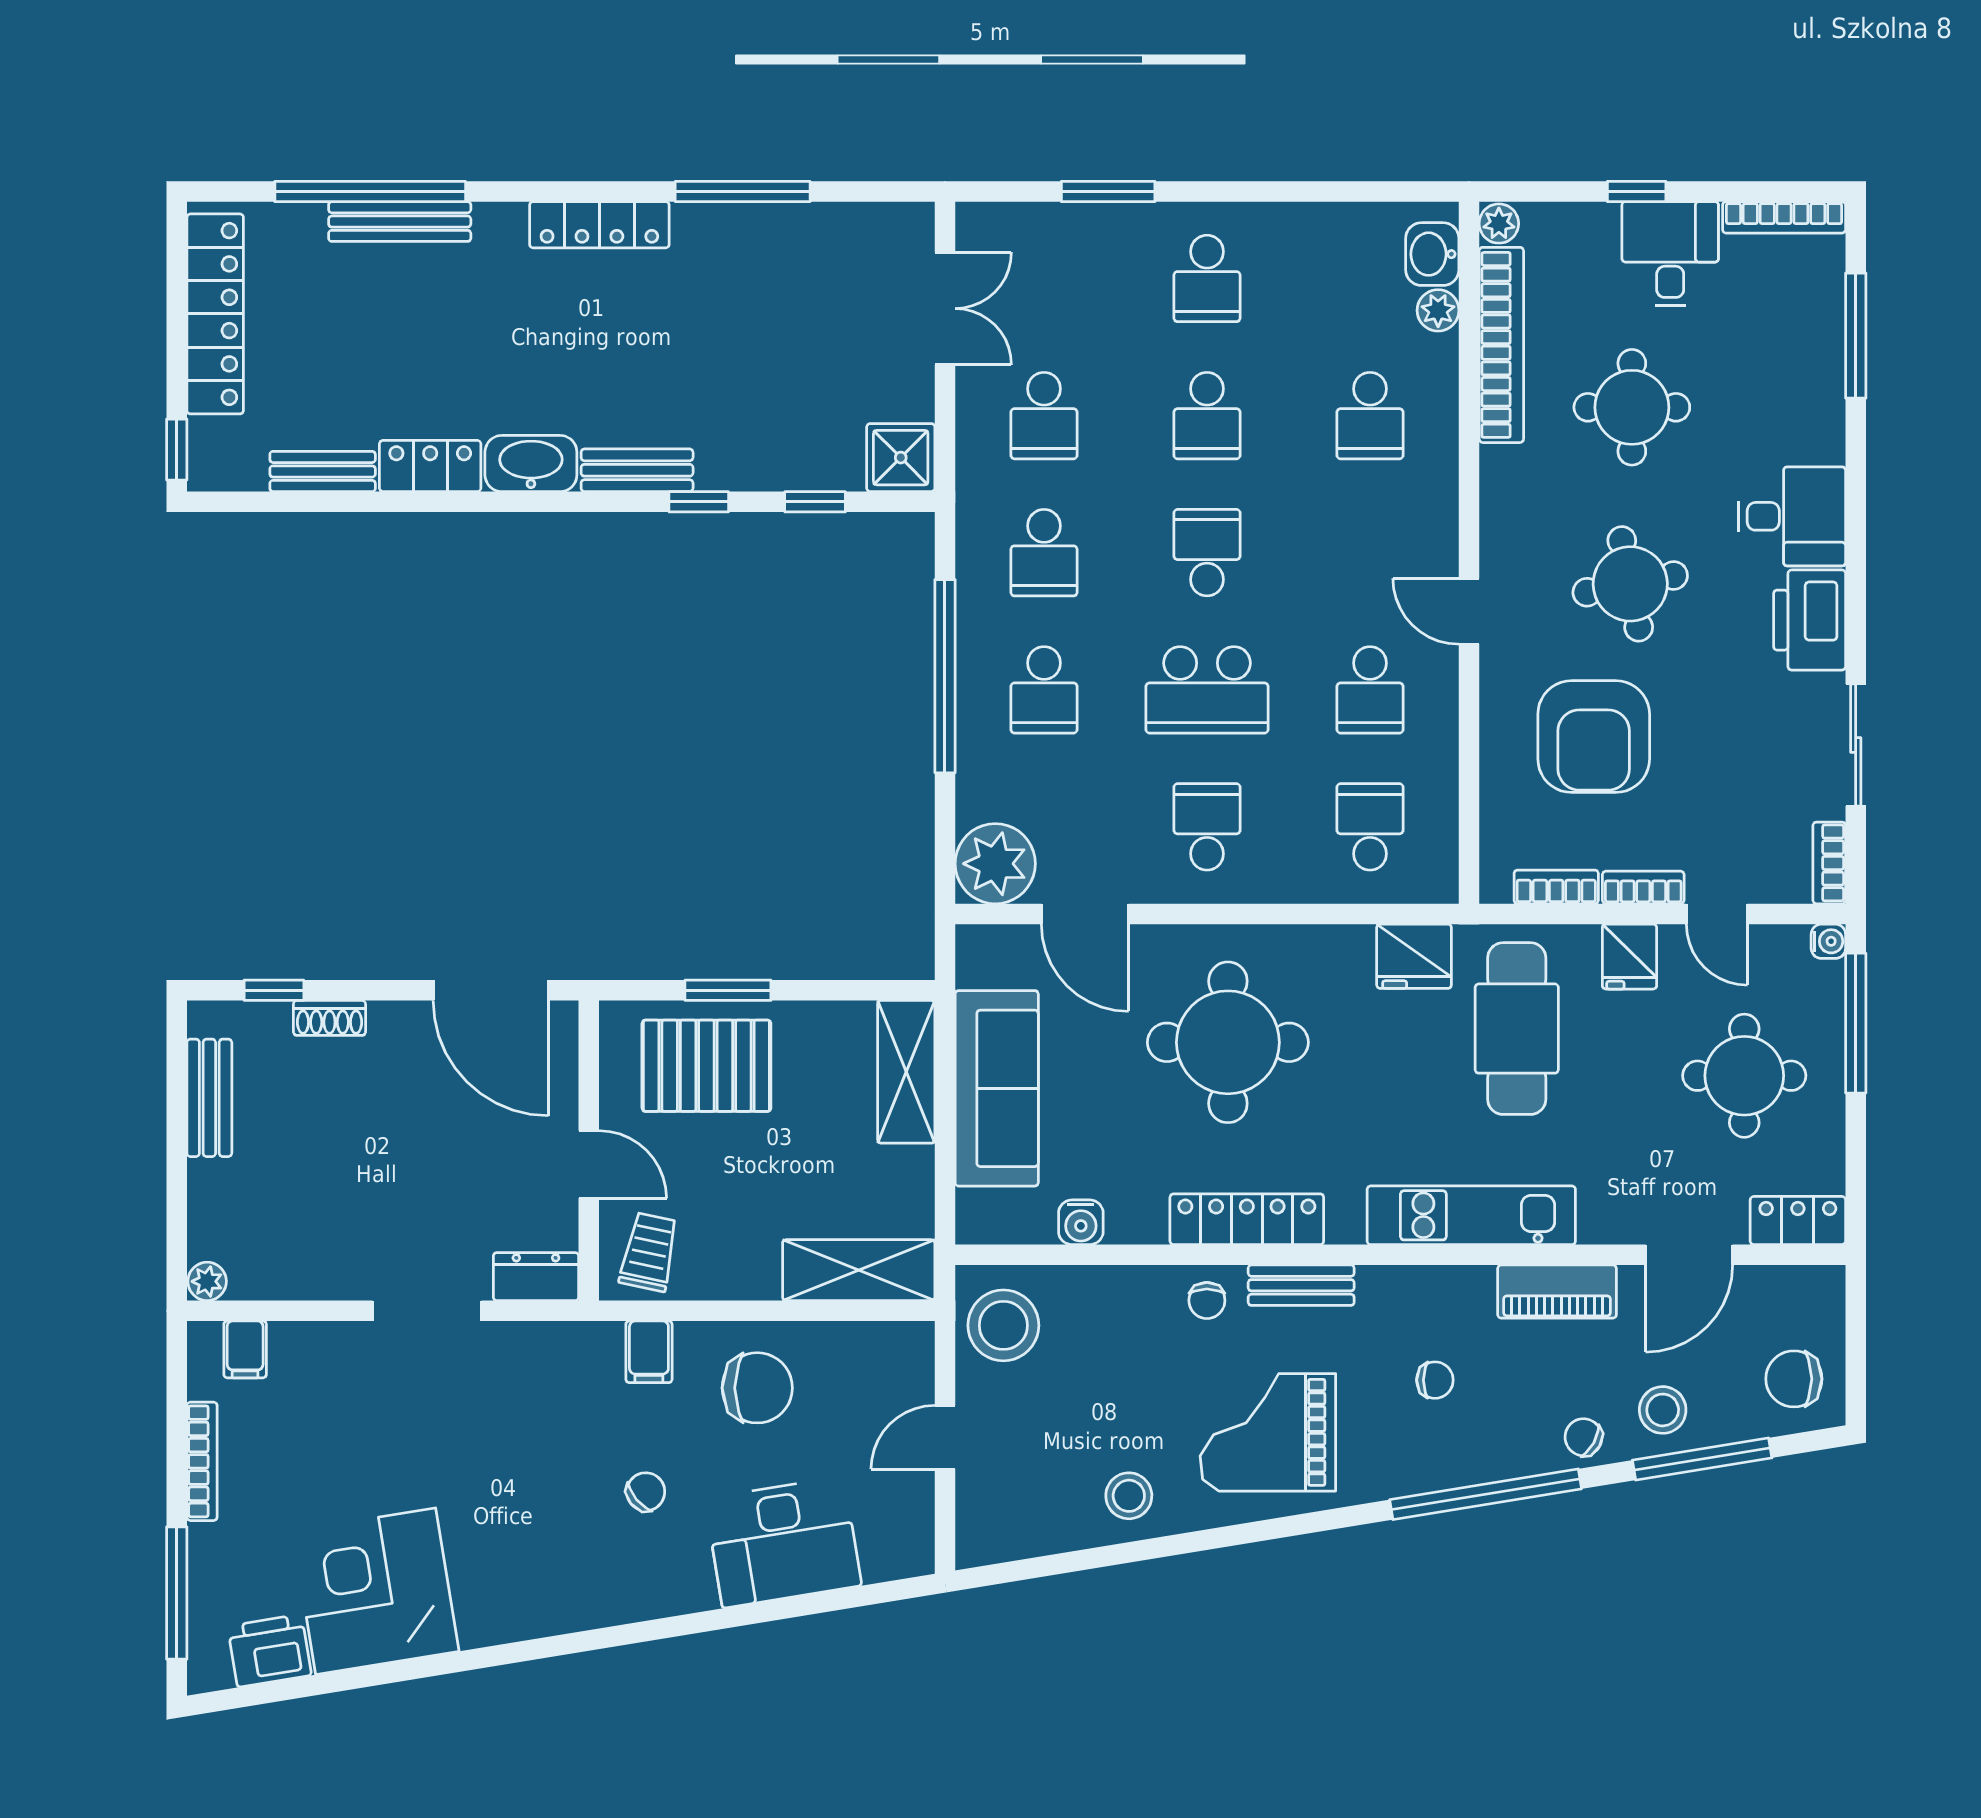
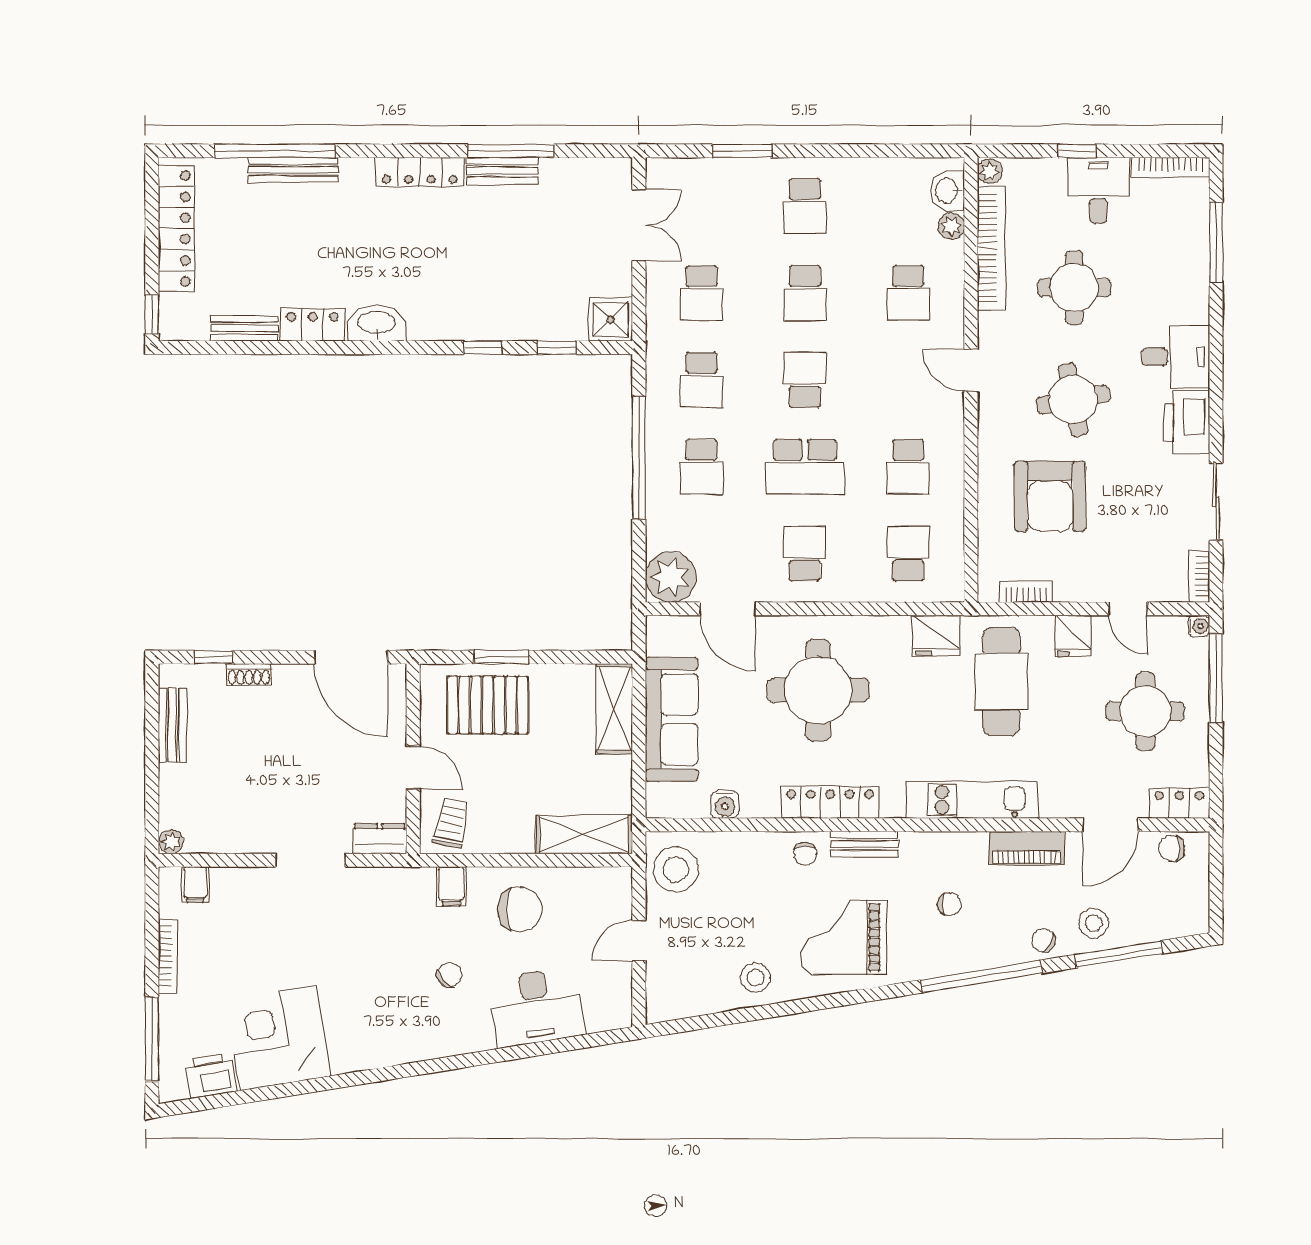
bench: (637, 470) -> (502, 171), moved
door: (1469, 611) -> (971, 371), moved
bookcase: (1643, 887) -> (1081, 592), removed
chair: (1794, 1379) -> (1171, 848), moved, width x0.73, depth x0.73

